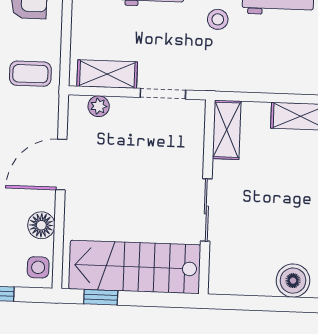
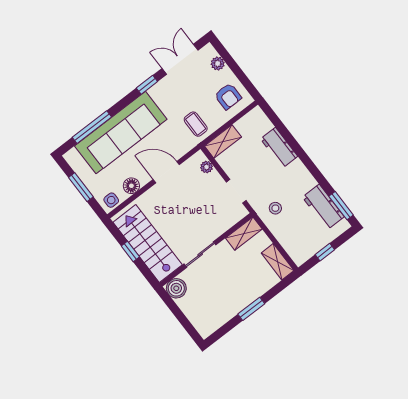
stool: (218, 19) -> (275, 208), moved
shelving: (107, 74) -> (223, 141), moved, turned 90
boiler: (293, 281) -> (176, 288), moved
window: (101, 297) -> (130, 251), moved

